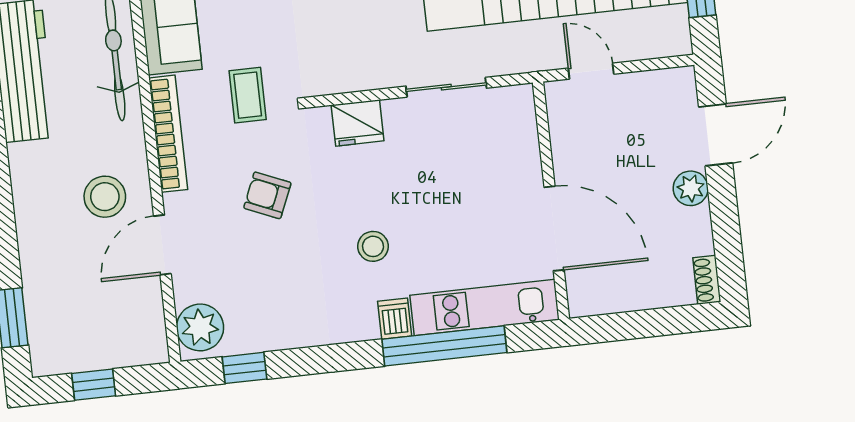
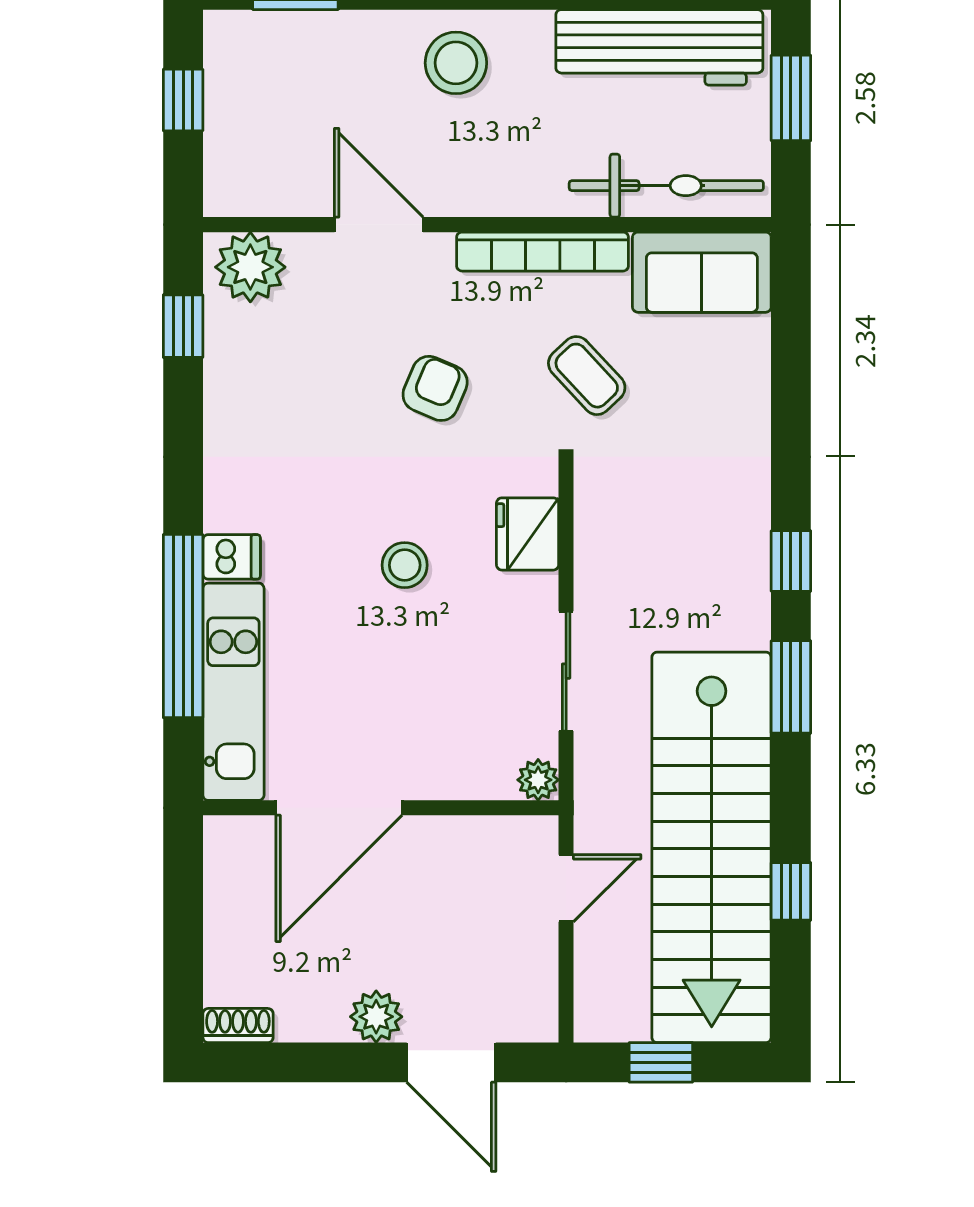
coffee table: (248, 95) -> (587, 376), turned 47
plant: (521, 98) -> (538, 780), added
stool: (105, 197) -> (456, 63), moved
stool: (373, 246) -> (405, 565), moved

